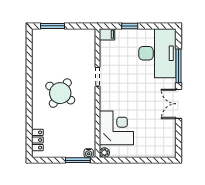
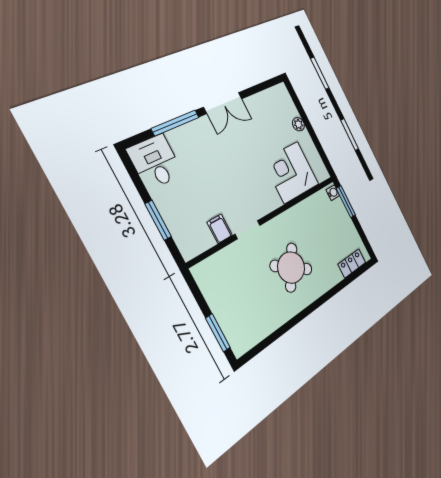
window: (130, 26) -> (158, 220), width x1.50
filing cabinet: (107, 34) -> (220, 229), moved
desk: (157, 53) -> (155, 162), width x0.53, depth x0.77
plant: (104, 153) -> (298, 124), moved

